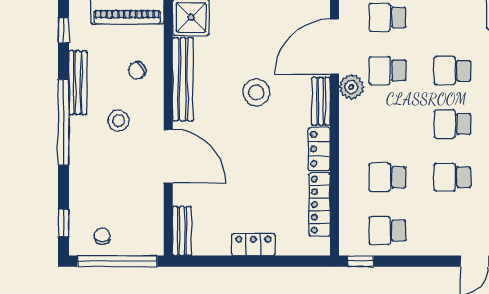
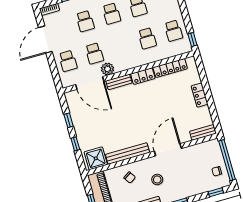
stool: (256, 92) -> (124, 115), removed

